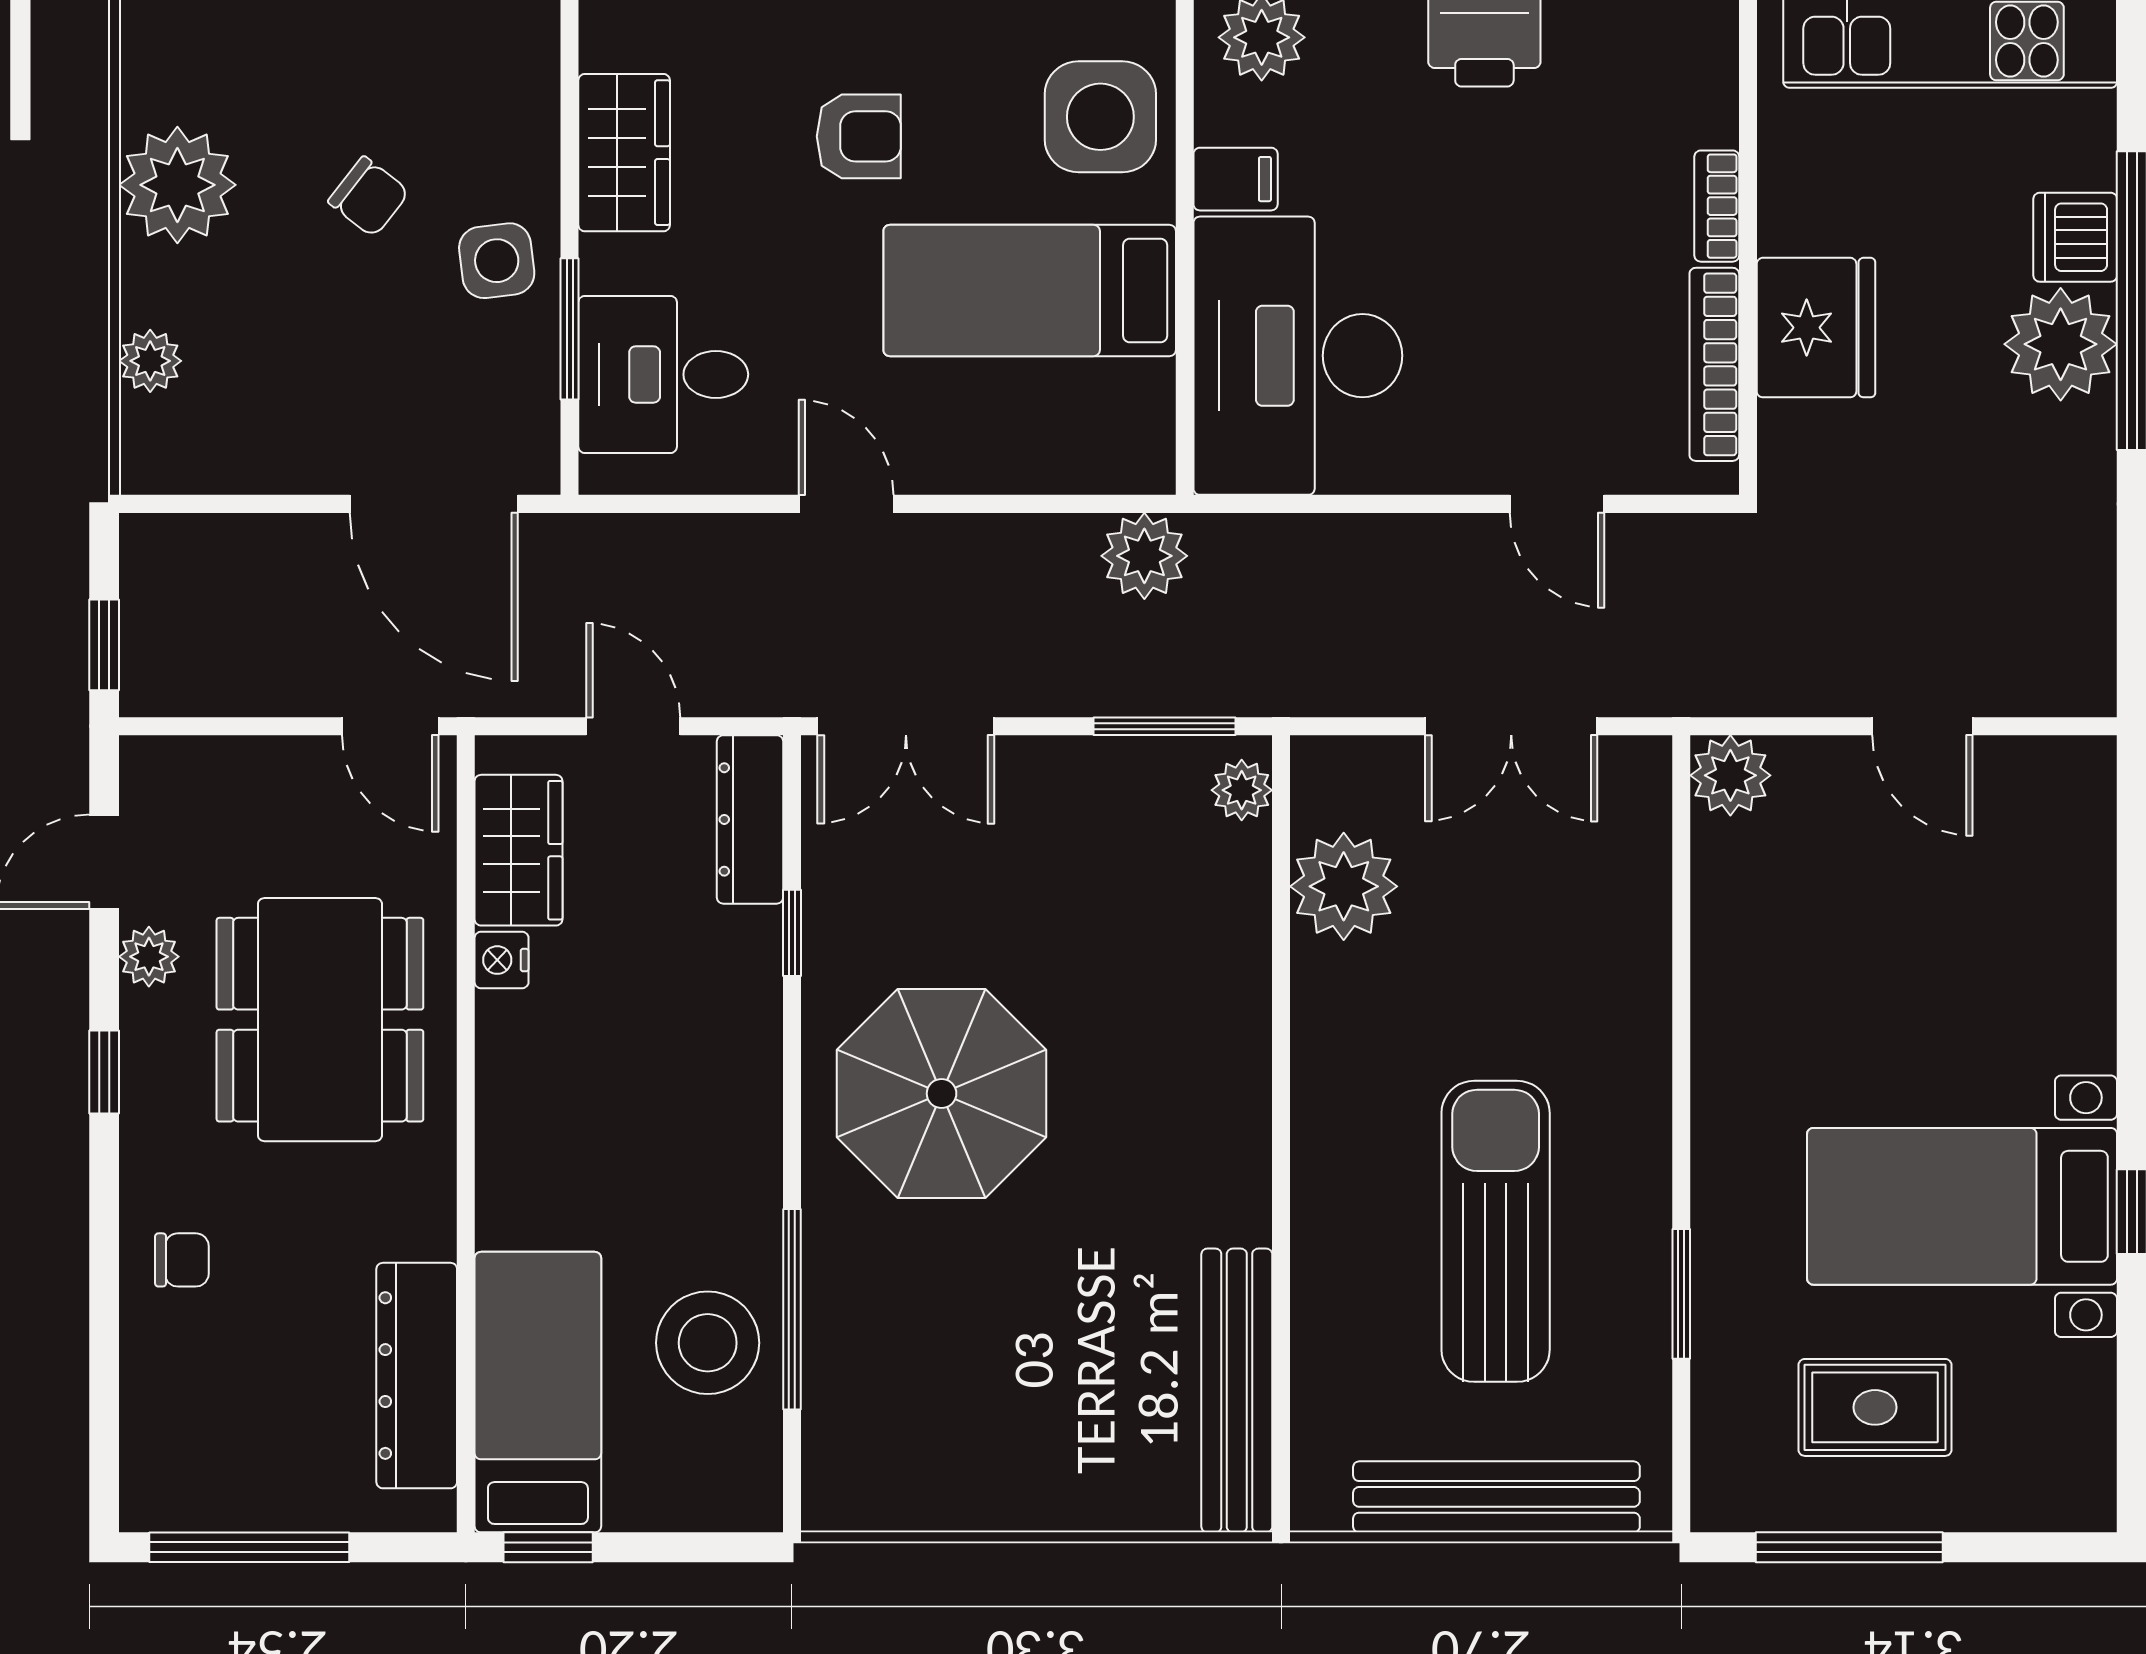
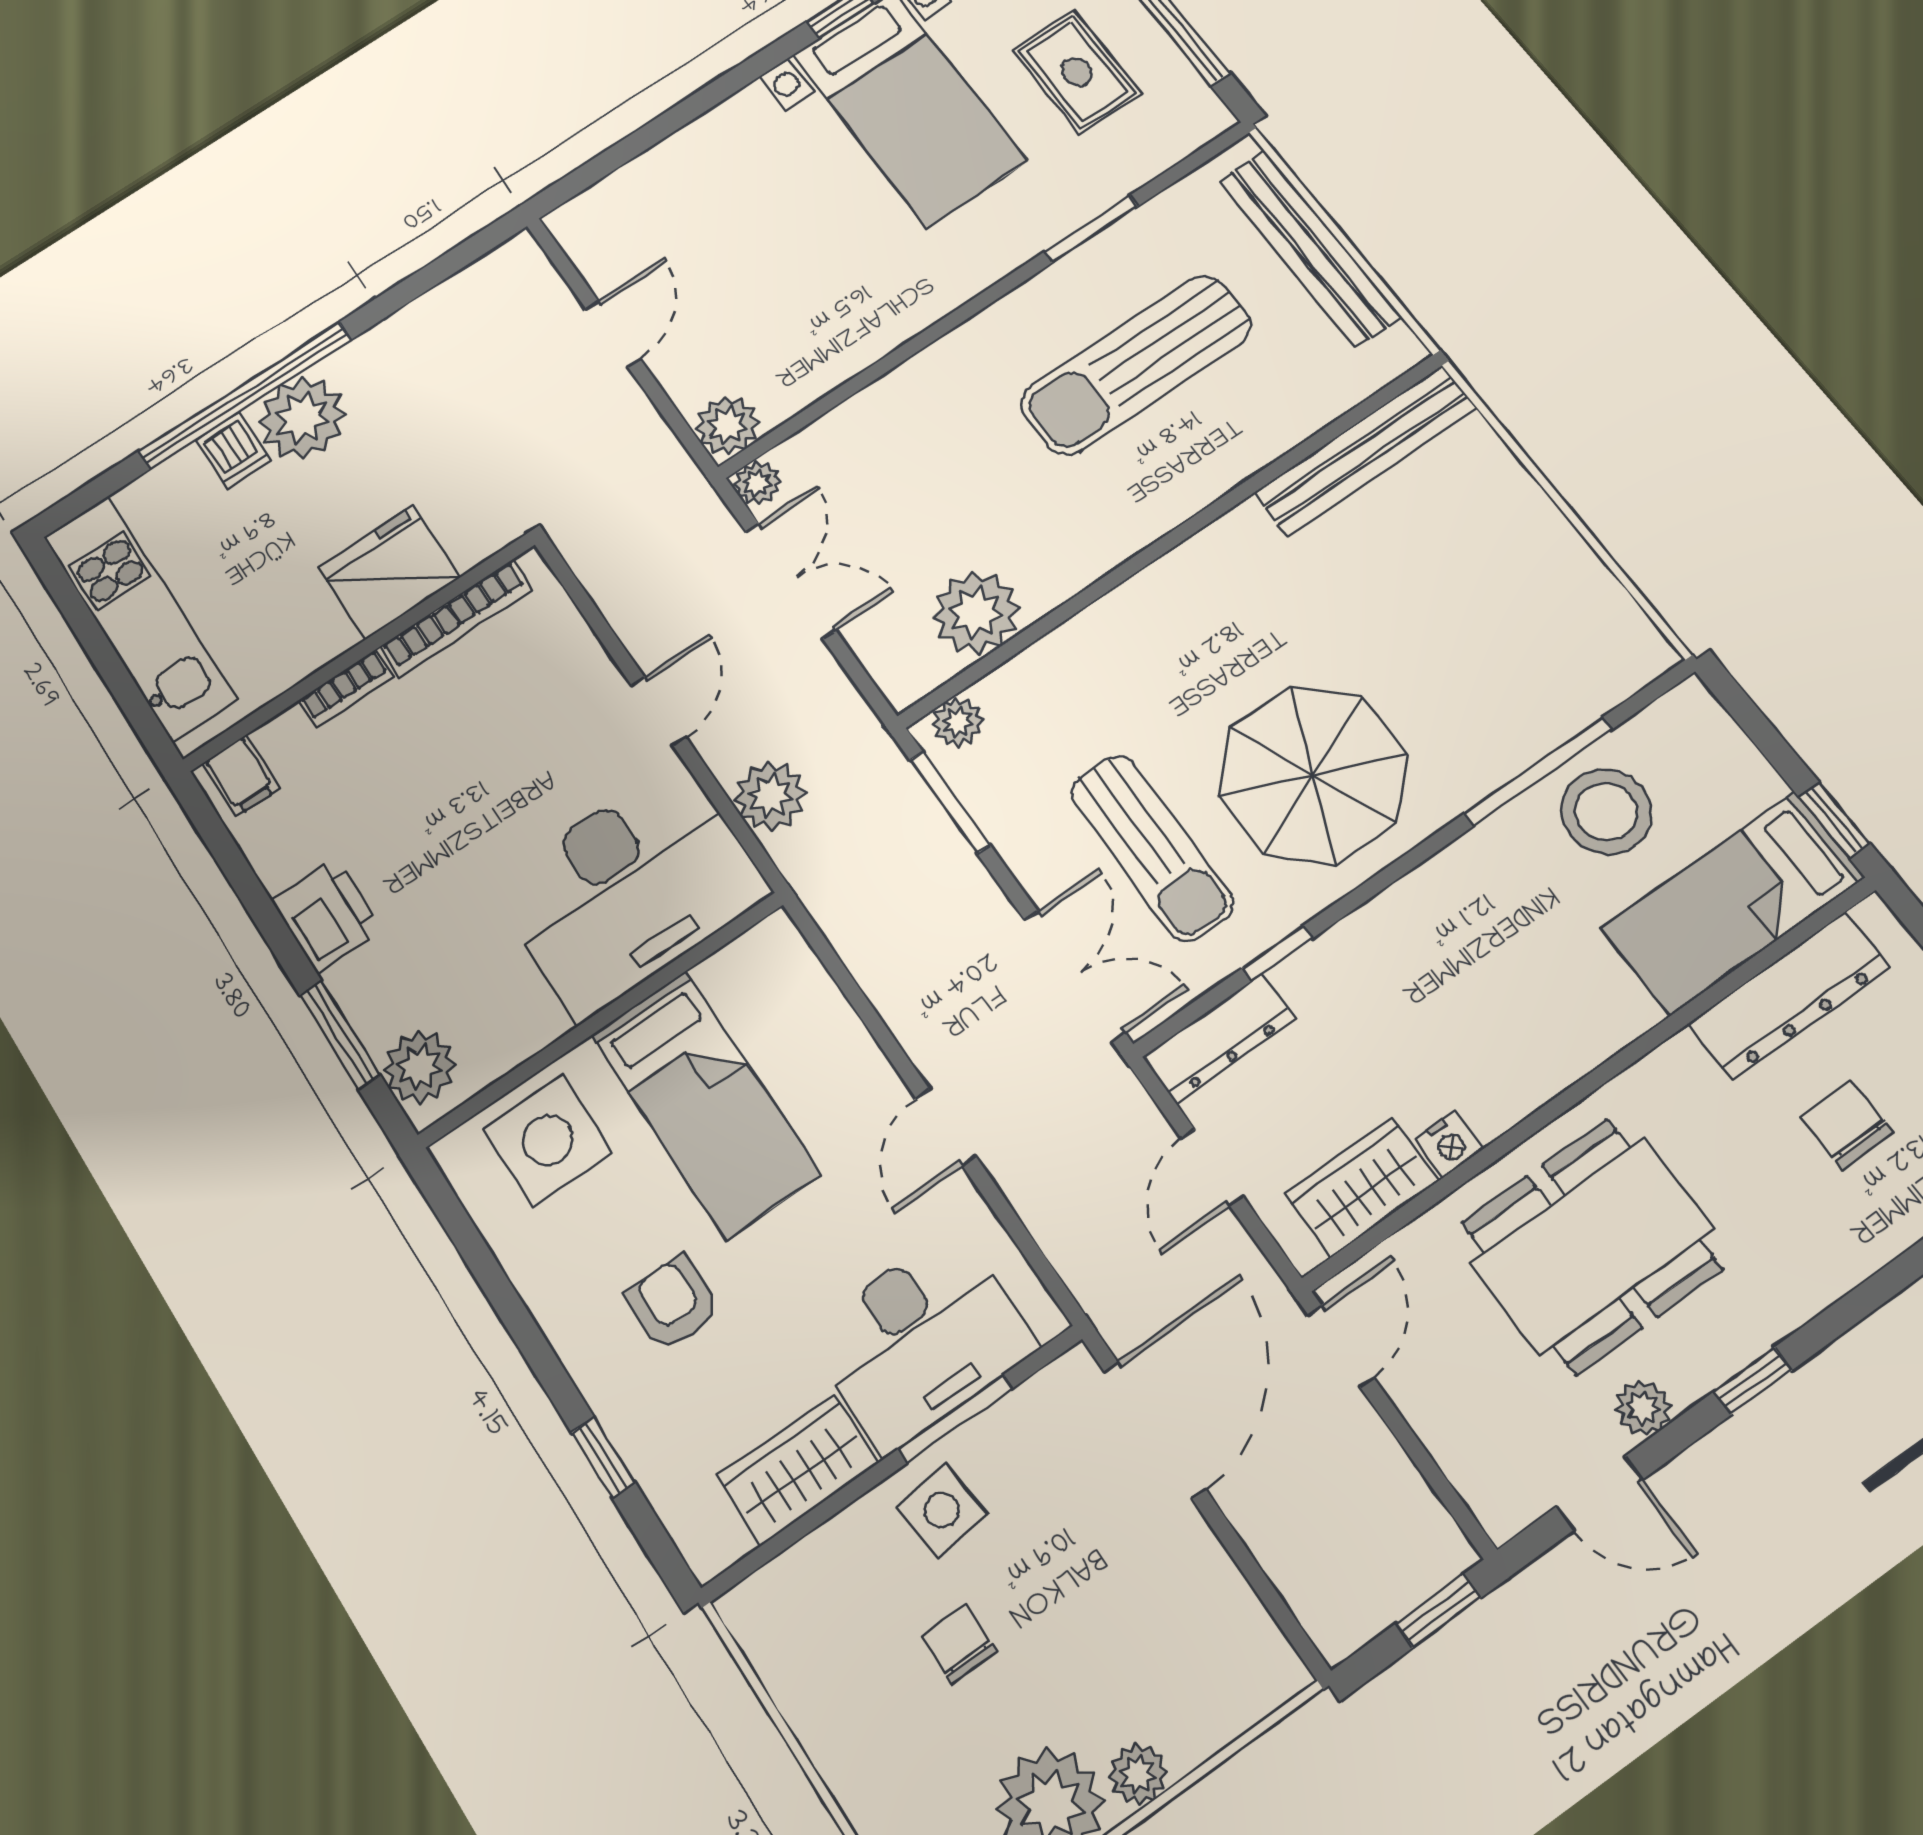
filing cabinet: (1236, 179) -> (241, 776), moved, turned 180
chair: (369, 197) -> (959, 1644), turned -38
dishwasher: (2075, 237) -> (233, 450), width x0.73
plant: (150, 361) -> (1138, 1774), moved
desk: (663, 374) -> (921, 1340), width x1.37
door: (1557, 504) -> (659, 711), moved
plant: (1144, 556) -> (770, 796), moved
plant: (1644, 764) -> (757, 483), added
sun lounger: (980, 888) -> (1152, 848), added
chair: (182, 1260) -> (1846, 1125), moved, width x1.37, depth x1.37

